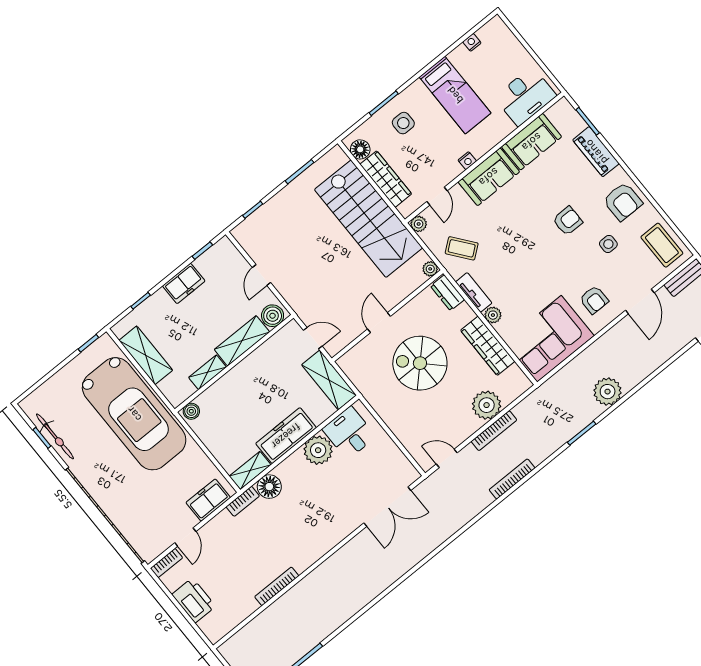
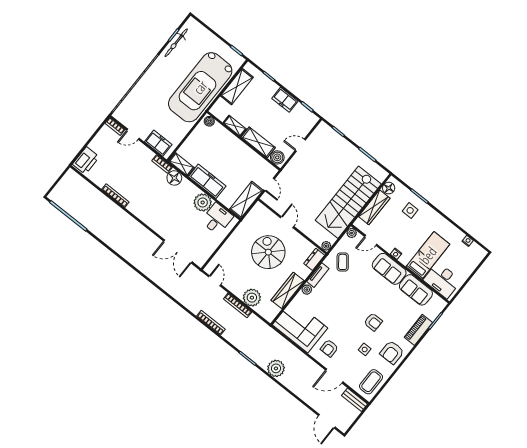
bed: (455, 95) -> (428, 255), moved, turned 180
door: (379, 323) -> (287, 222), hinge flipped
printer: (194, 600) -> (86, 161), moved

